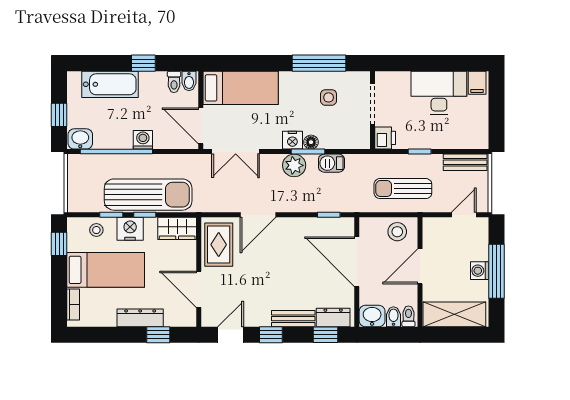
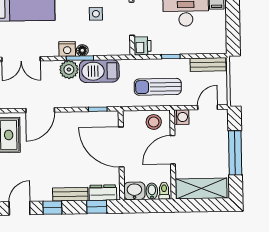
barbecue: (331, 163) -> (99, 71), width x1.88, depth x1.53
washing machine: (480, 271) -> (181, 117), moved, turned 180

